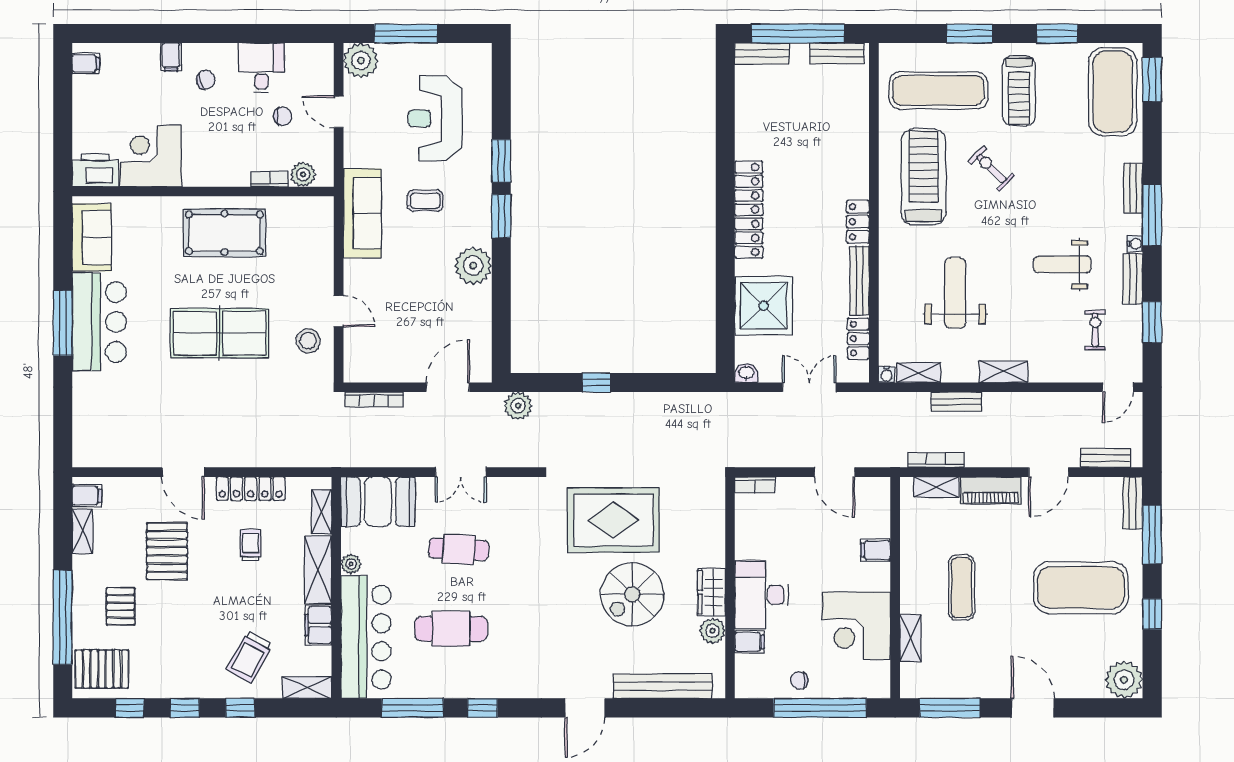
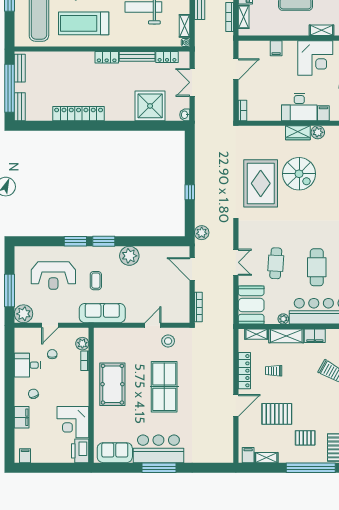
filing cabinet: (171, 57) -> (22, 417), width x2.00
locker: (749, 210) -> (79, 114), moved

